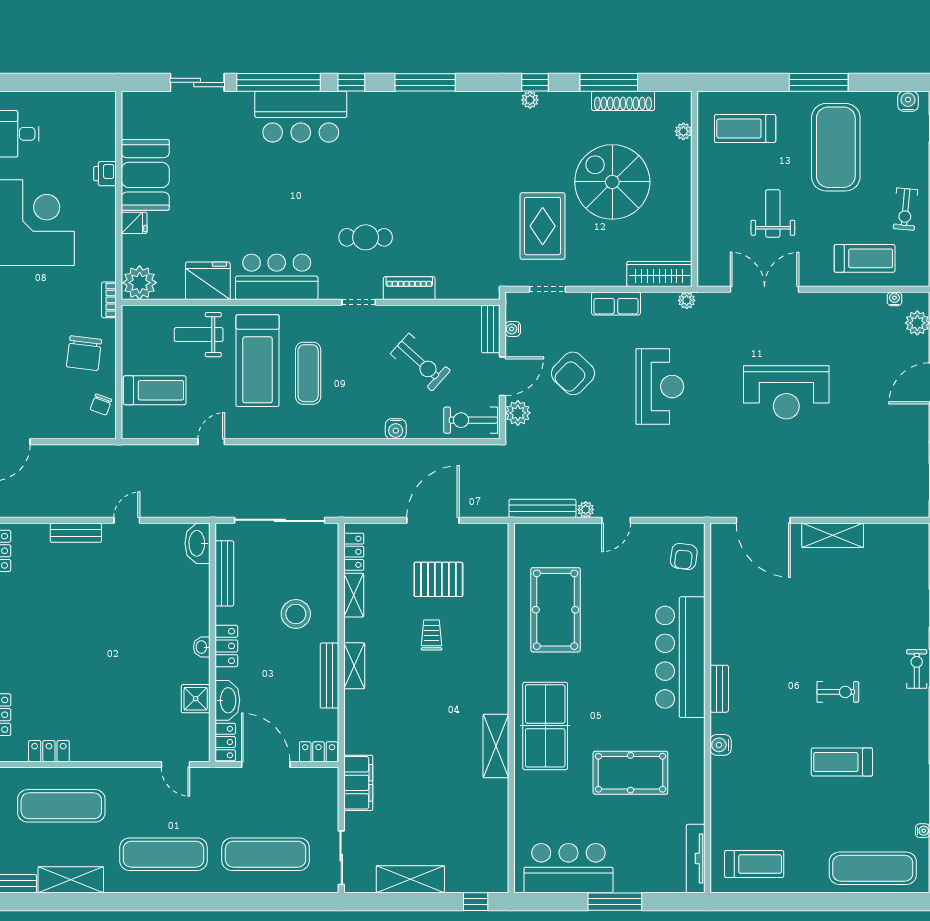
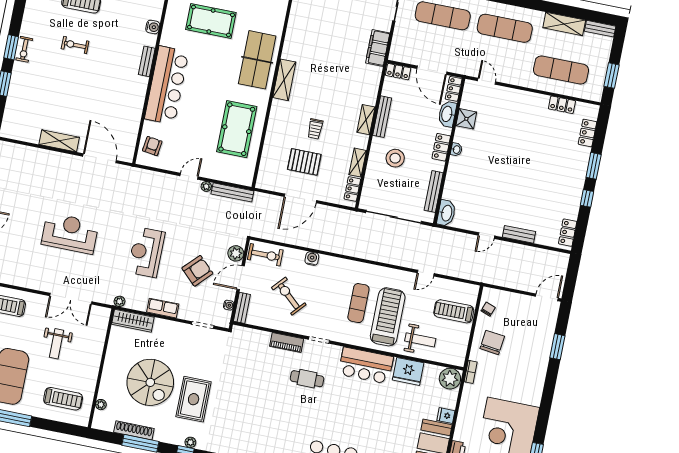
rug: (543, 226) -> (194, 399), moved
shelving: (496, 746) -> (284, 80), moved

